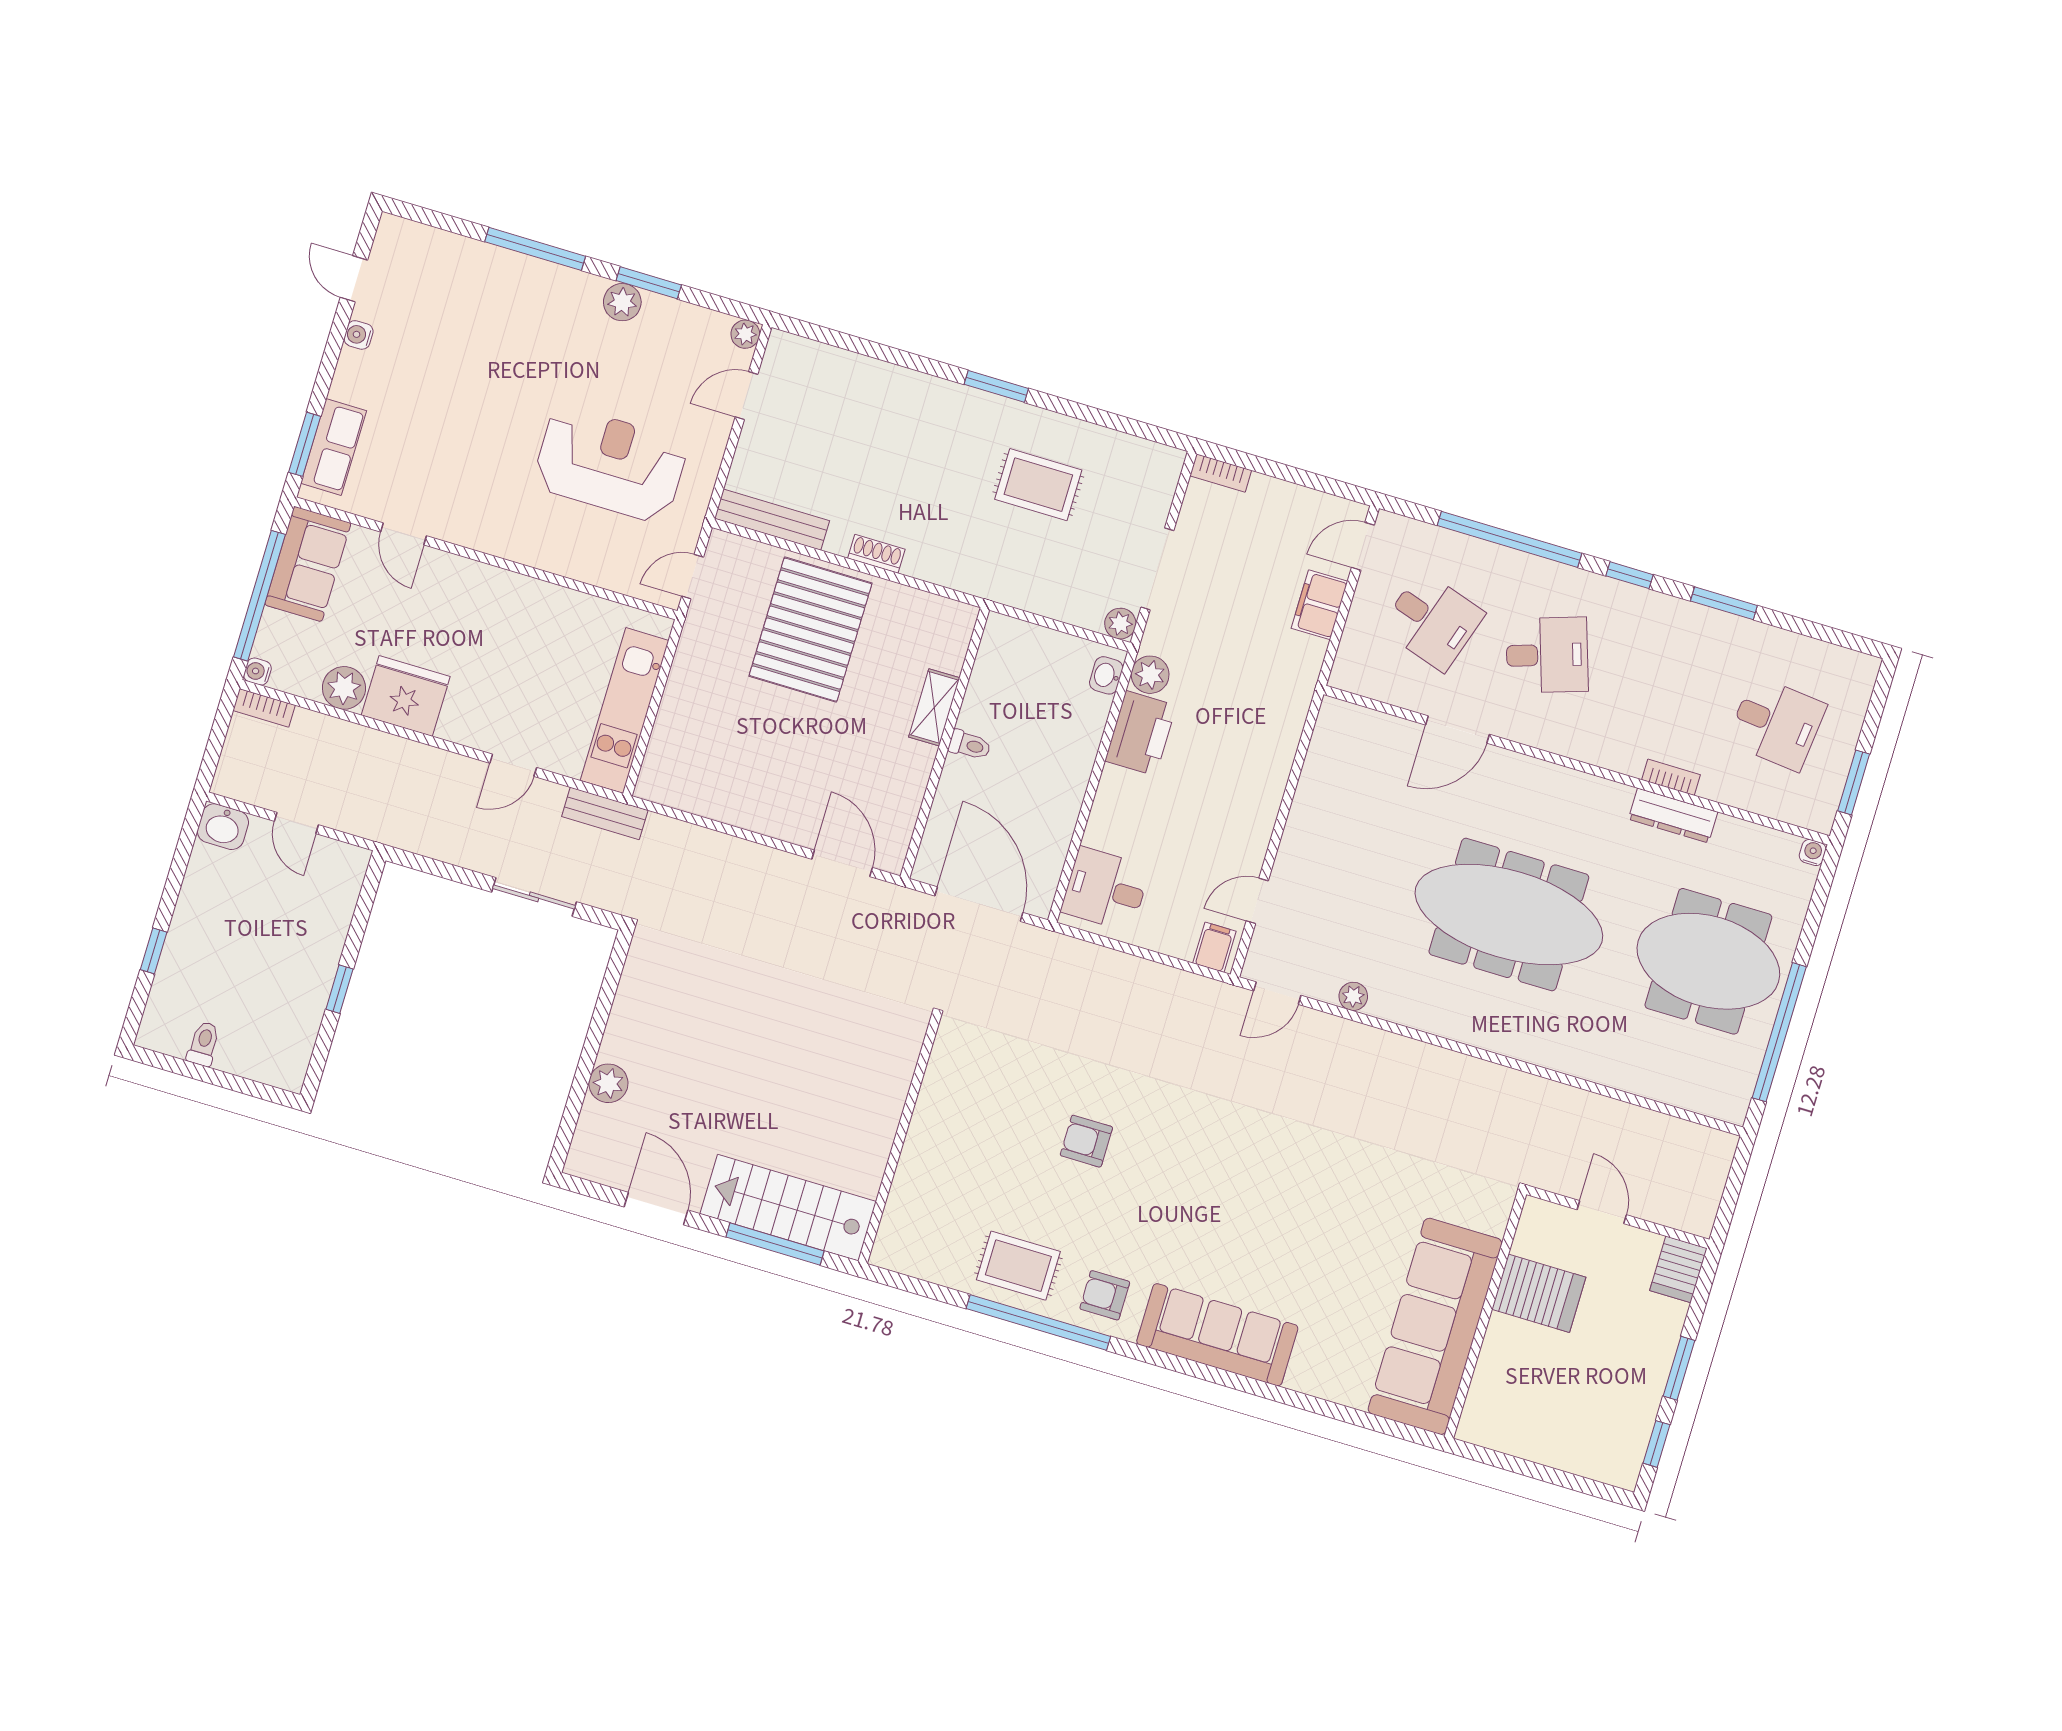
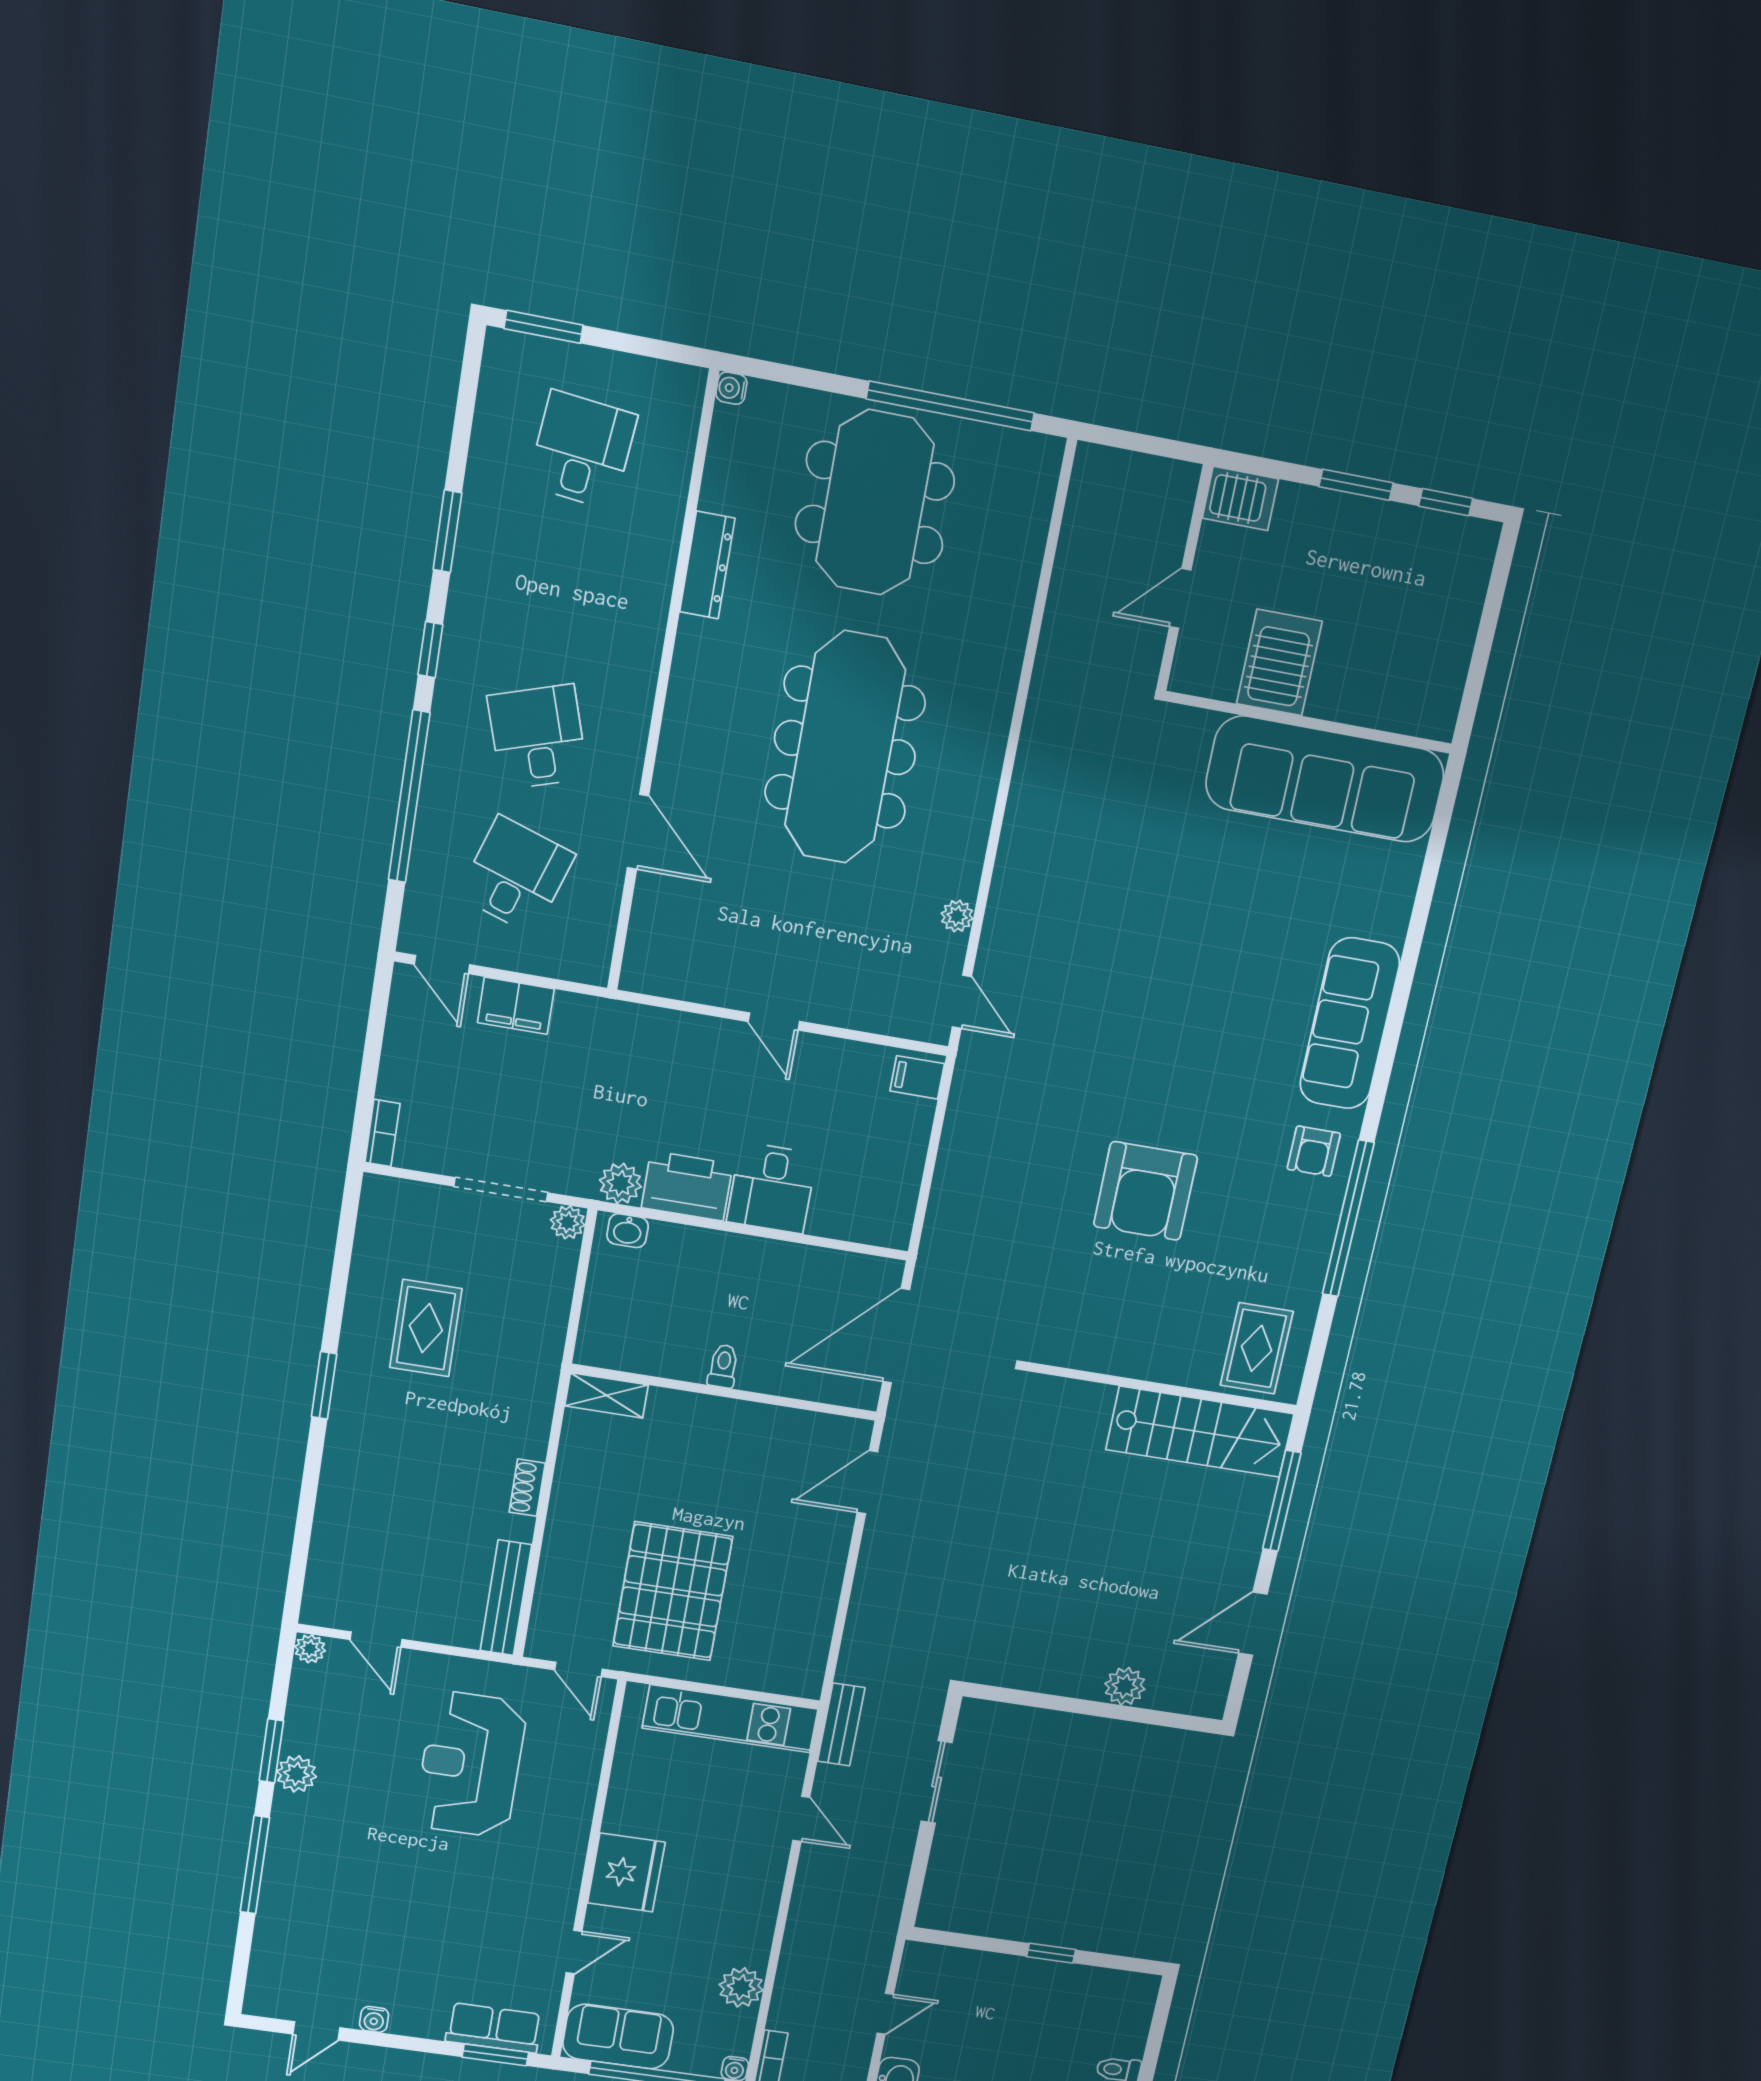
pallet: (811, 630) -> (673, 1591), moved, turned 90
fridge: (406, 696) -> (626, 1873), moved, turned 180
shelving: (934, 707) -> (607, 1395), moved
bookcase: (1671, 777) -> (662, 573), removed
window: (1854, 782) -> (544, 327), moved
desk: (1106, 889) -> (772, 1188), moved
door: (1257, 901) -> (774, 1021), moved
armchair: (1086, 1141) -> (1146, 1191), width x1.88, depth x1.88
stairs: (788, 1208) -> (1200, 1432), moved, turned -90
rug: (1018, 1266) -> (1257, 1348), moved

